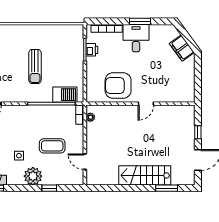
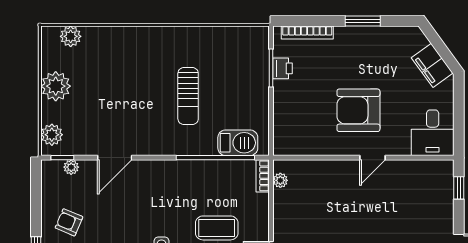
desk: (136, 38) -> (433, 133), moved, turned 180
armchair: (118, 86) -> (358, 110), moved
window: (198, 132) -> (459, 188), moved

